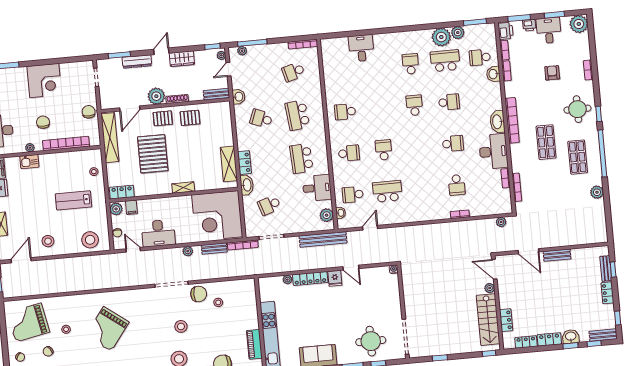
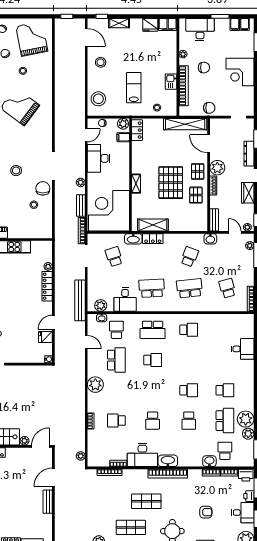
school desk: (345, 112) -> (189, 330), turned 90
school desk: (349, 153) -> (153, 330), width x1.85
pallet: (153, 154) -> (171, 183), moved, turned 90
kitchen sink: (29, 162) -> (171, 82), moved
plant: (418, 213) -> (95, 385), added
fridge: (335, 278) -> (45, 337), moved
chair: (199, 294) -> (43, 188), turned 180

